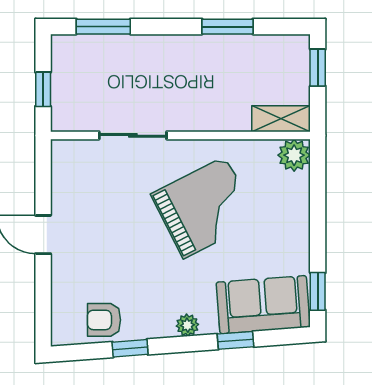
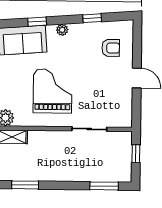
window: (227, 27) -> (25, 185), moved
grand piano: (204, 207) -> (52, 91), turned 117
armchair: (104, 320) -> (111, 48), moved

